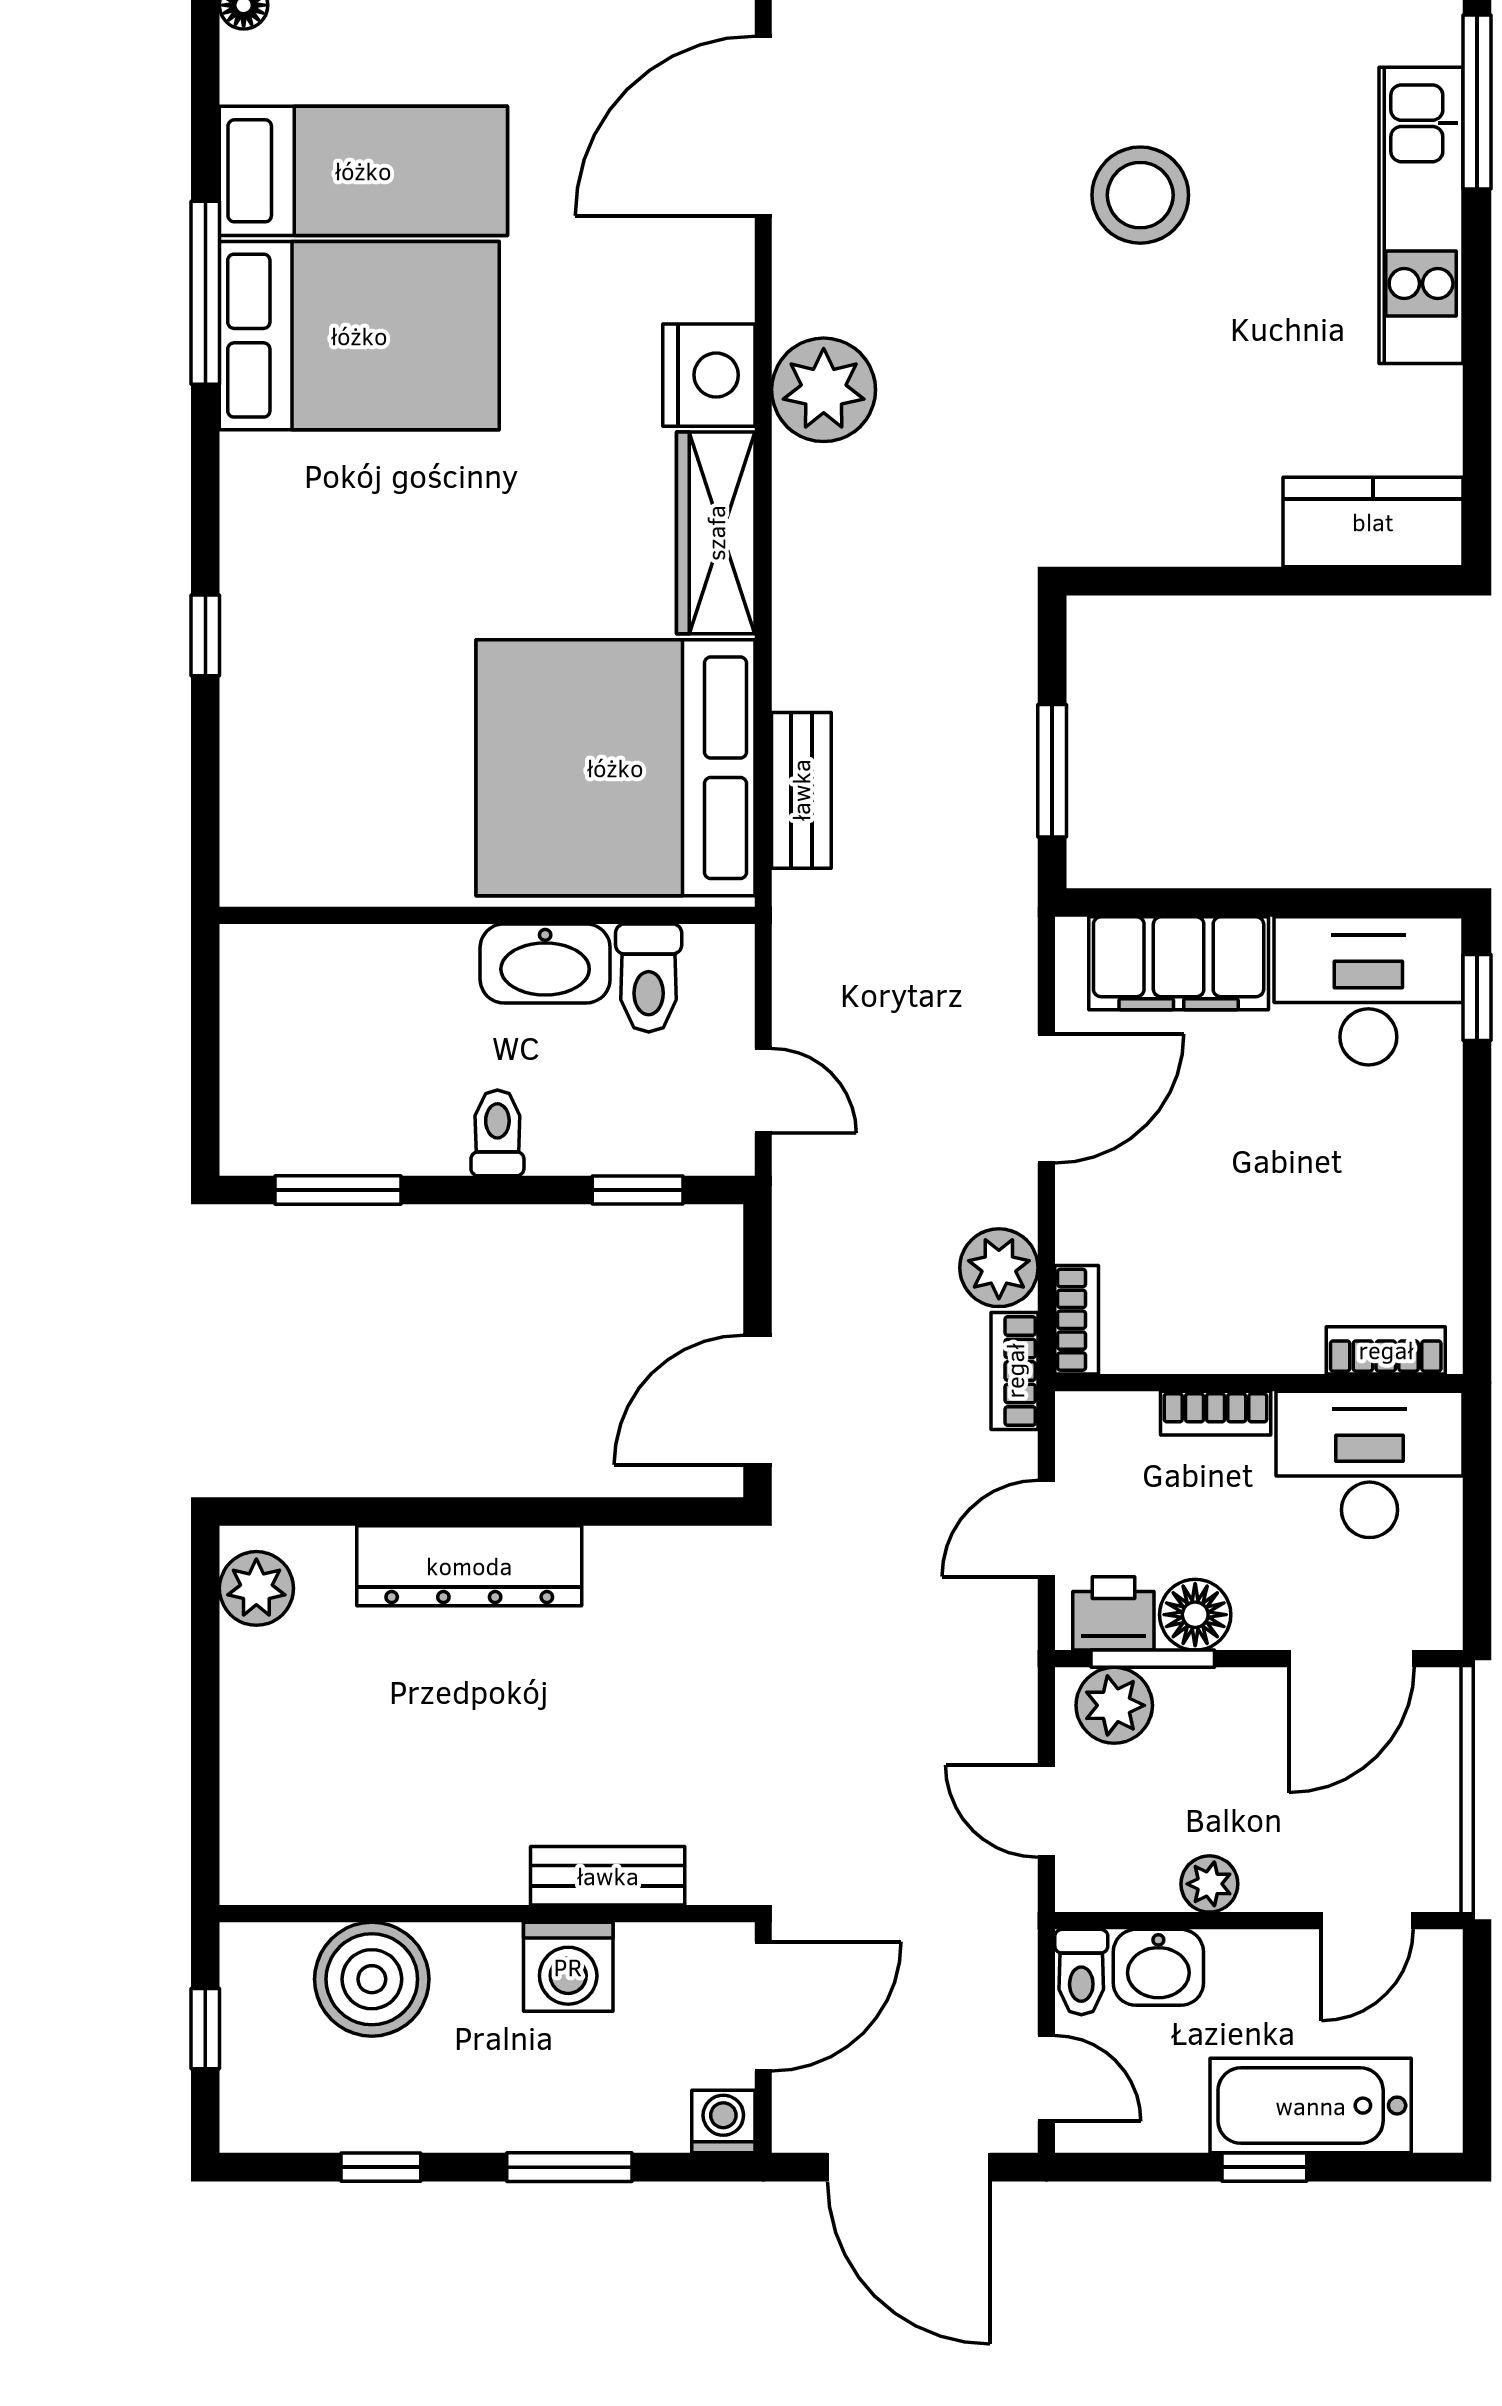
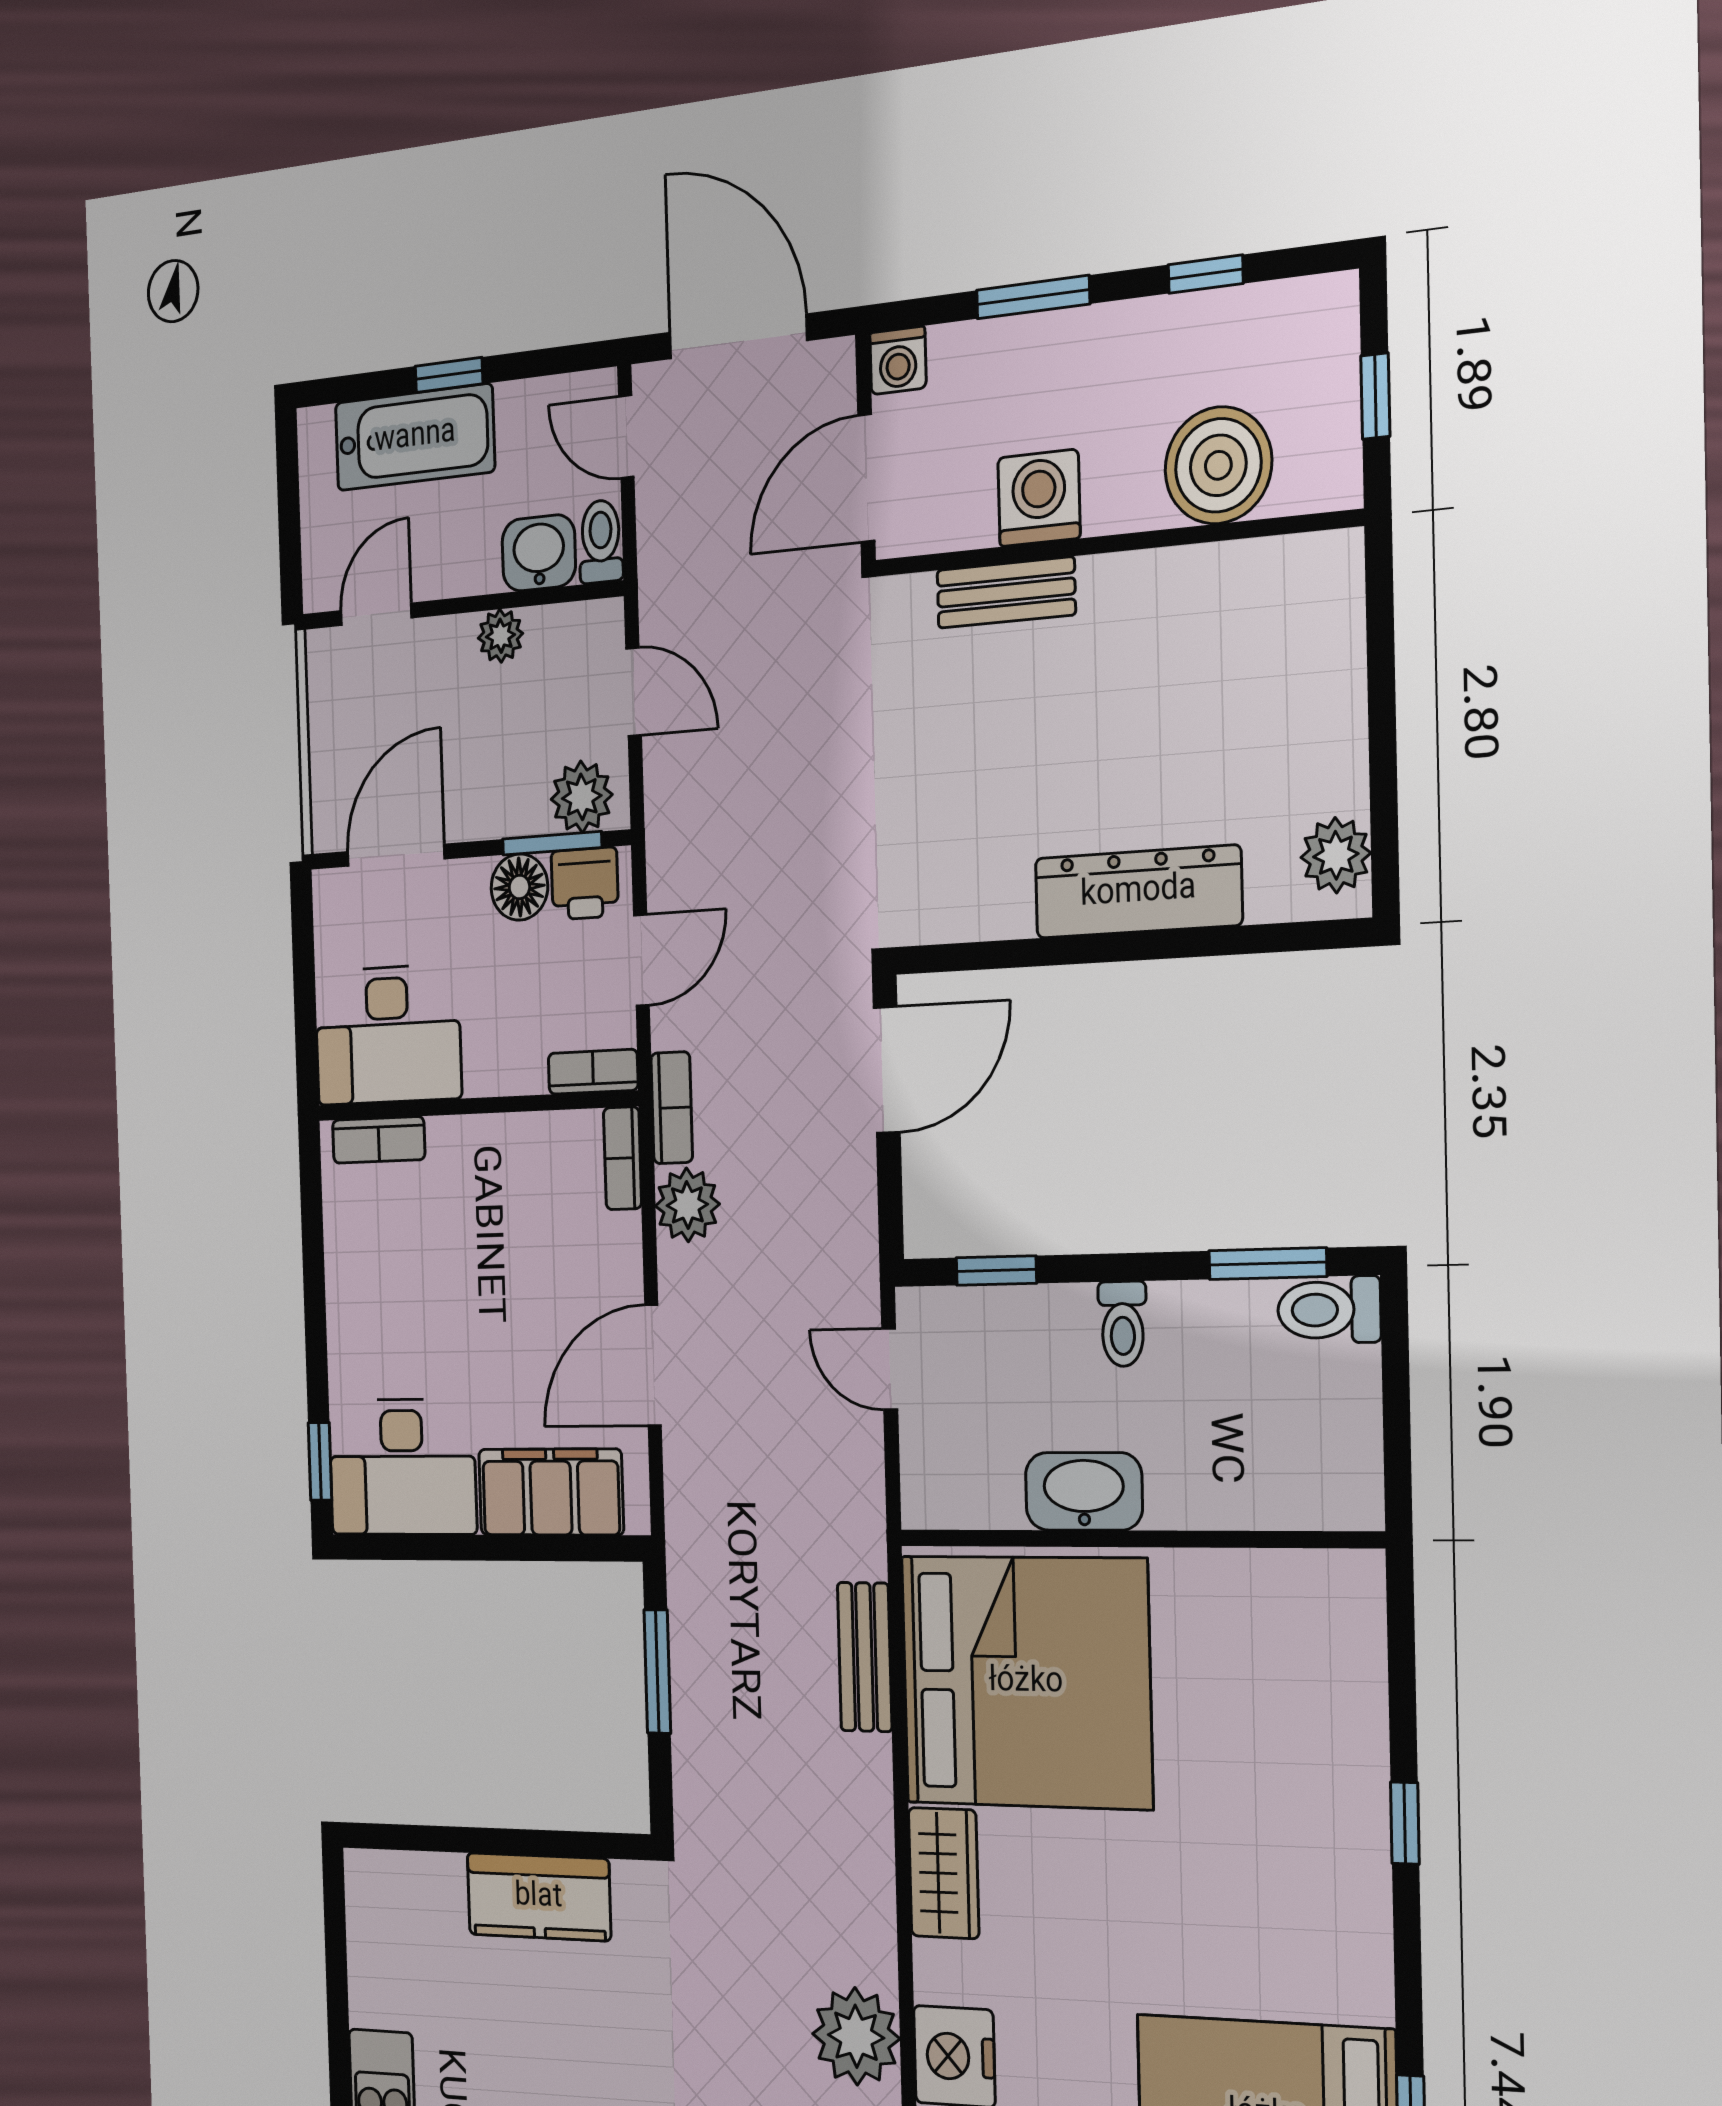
kitchen counter: (1373, 522) -> (539, 1897), moved
wardrobe: (716, 533) -> (944, 1873), width x0.67
toilet: (649, 978) -> (1329, 1310), moved, turned -90
bookcase: (1216, 1413) -> (593, 1072), moved

